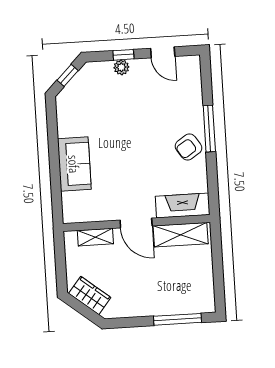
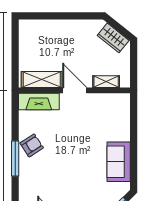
sofa: (74, 164) -> (119, 162), moved
window: (177, 319) -> (48, 16), removed

